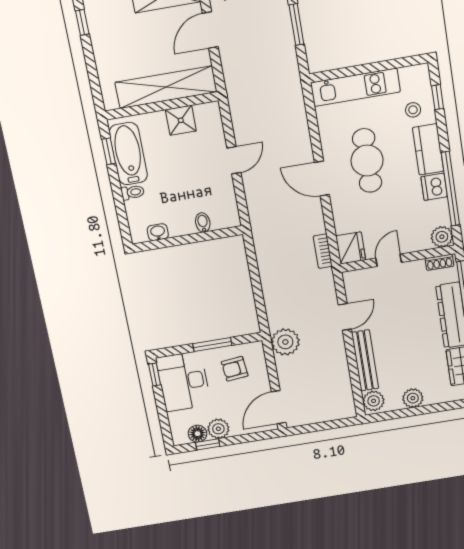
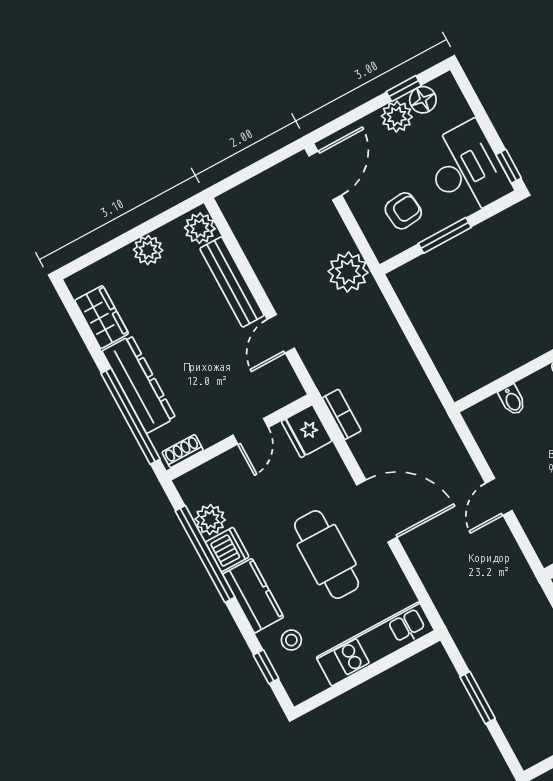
door: (322, 179) -> (377, 511), width x1.36
plant: (442, 237) -> (210, 520), moved

